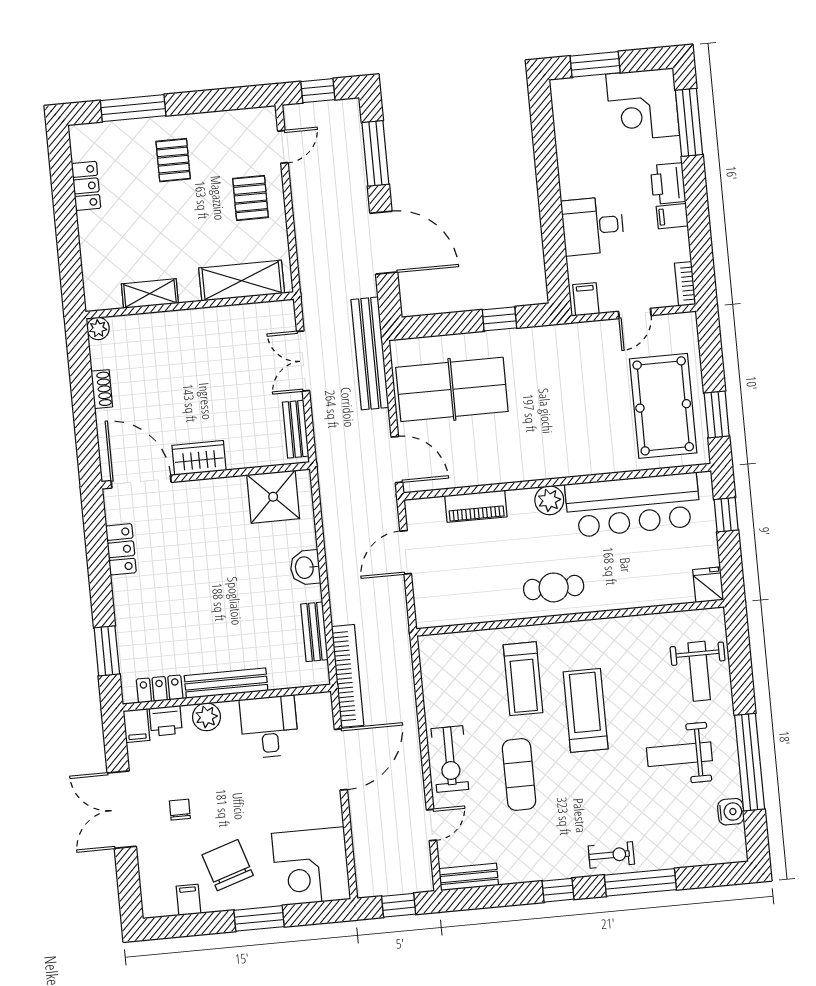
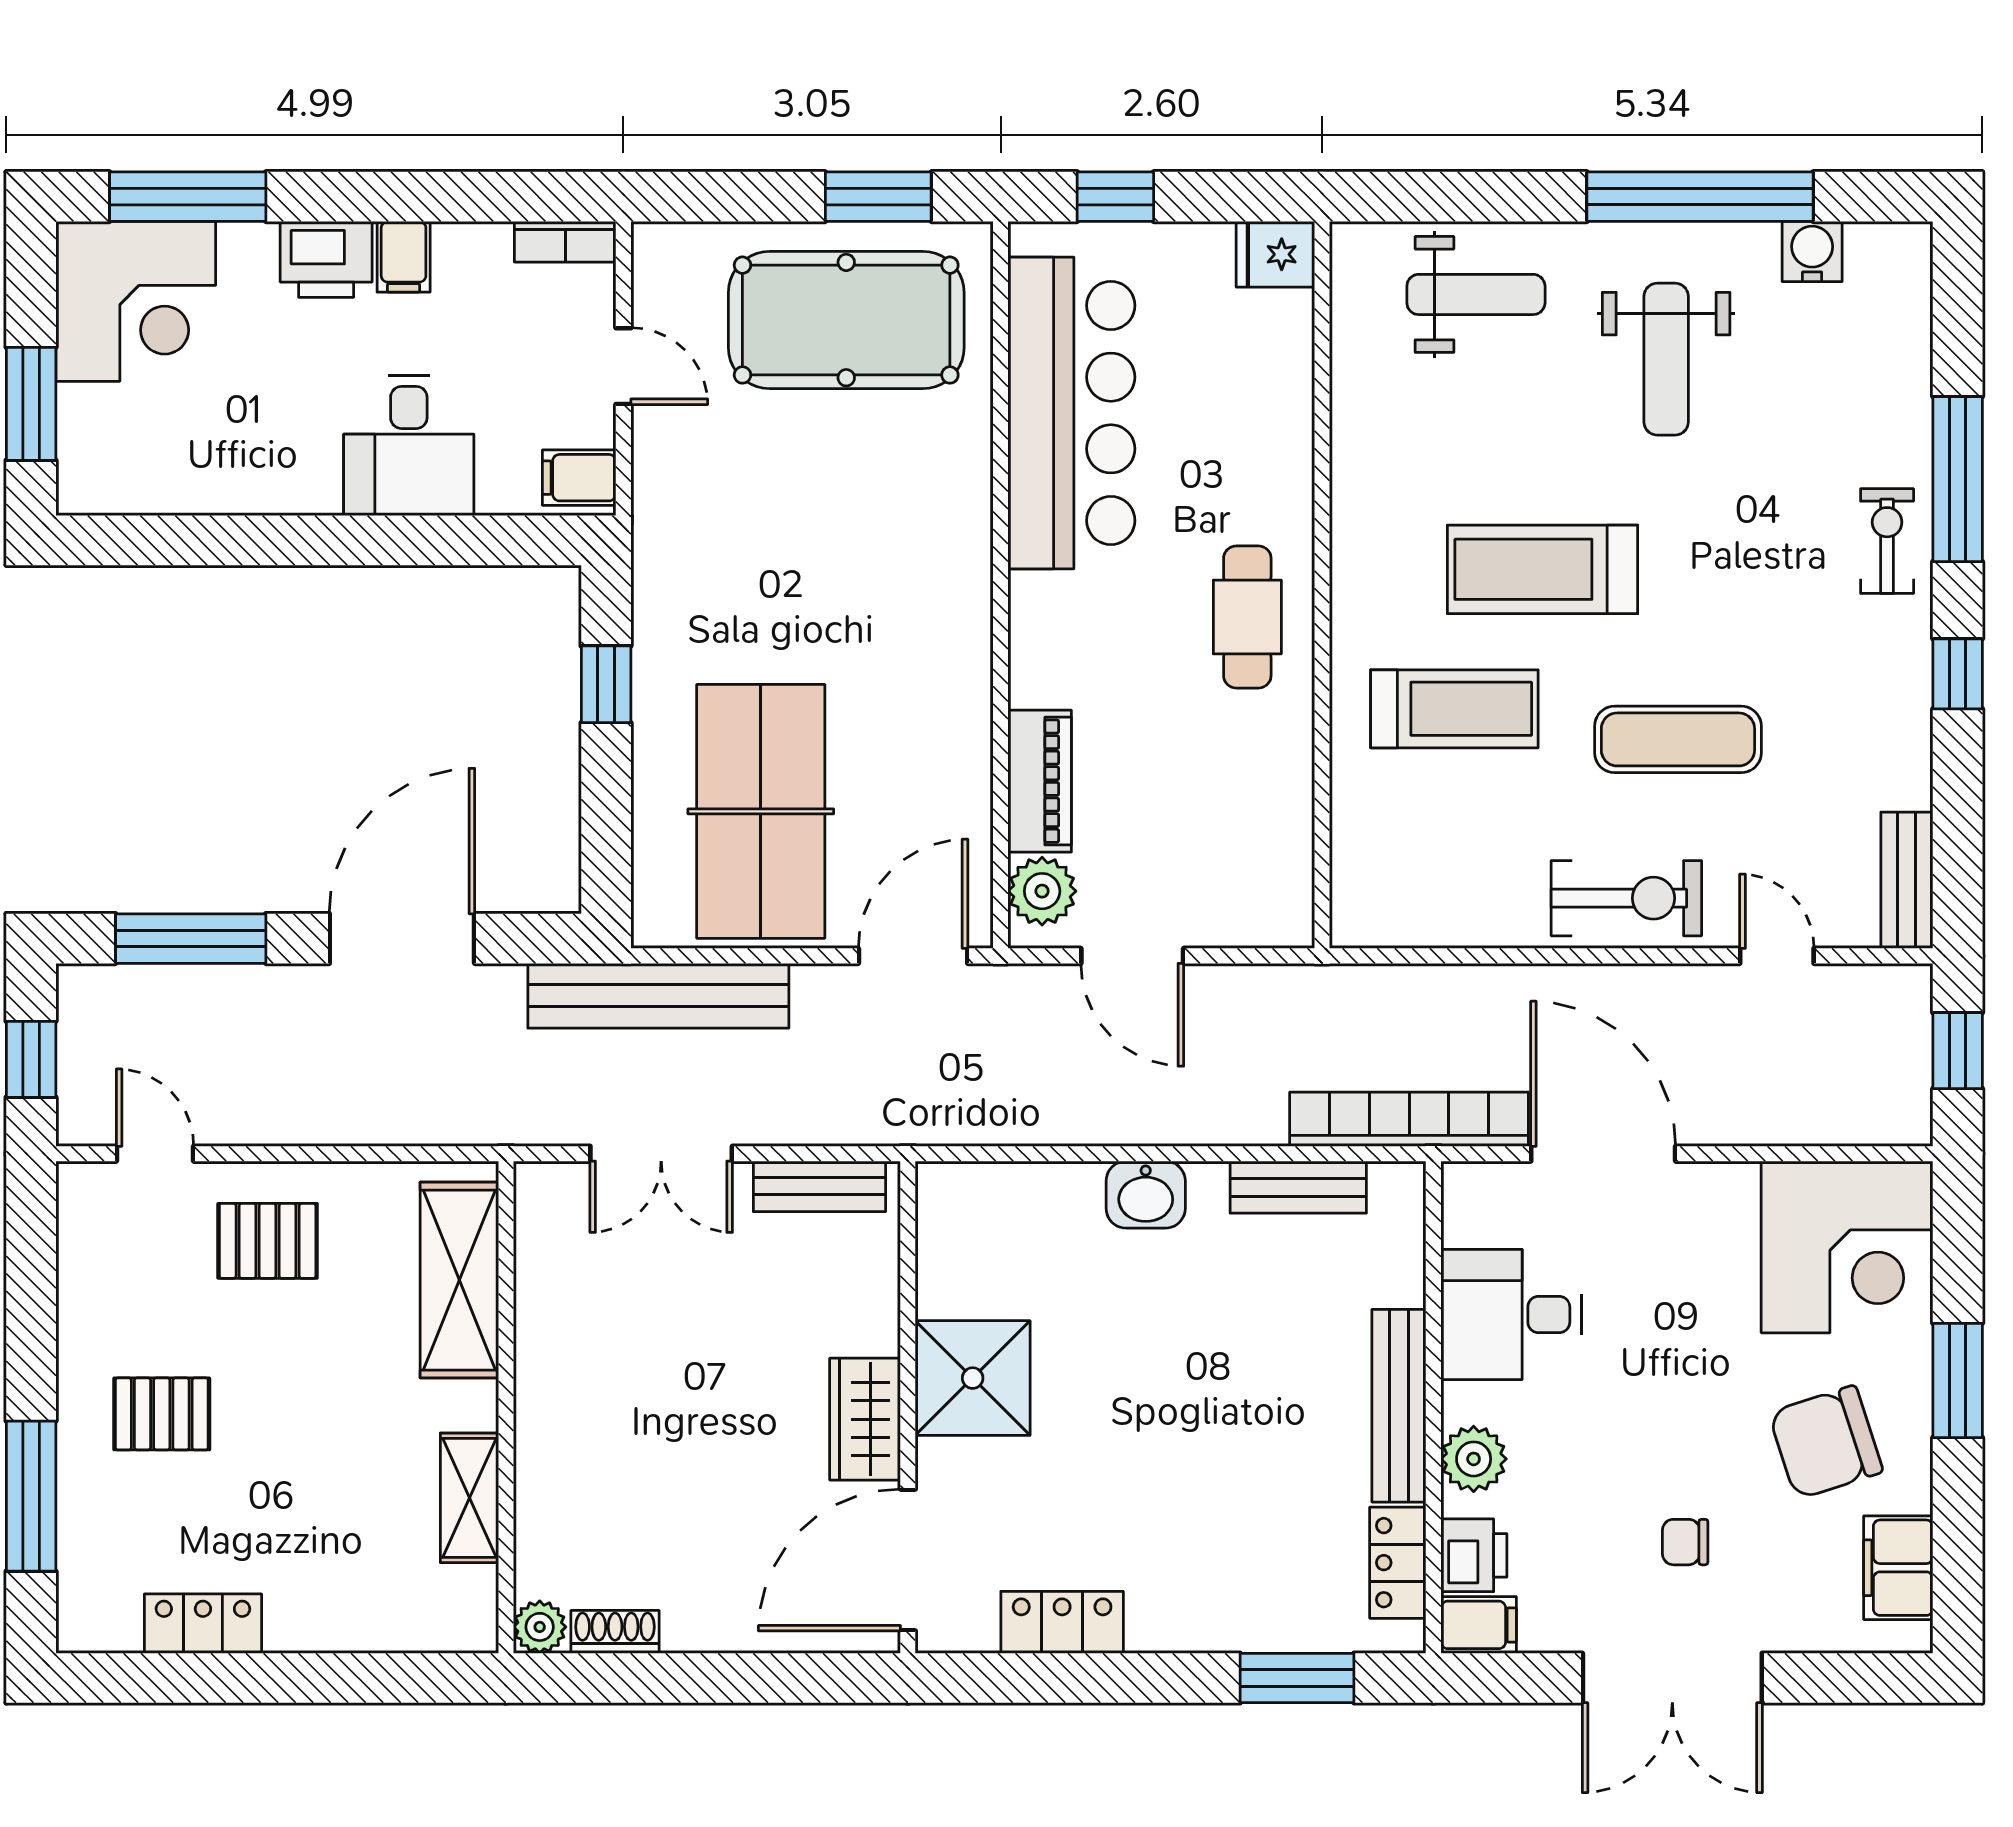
shoe rack: (102, 389) -> (615, 1632), moved
shower: (273, 497) -> (973, 1378), moved
plant: (549, 500) -> (1042, 891), moved
filing cabinet: (188, 900) -> (1898, 1568), width x2.00

